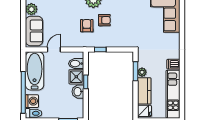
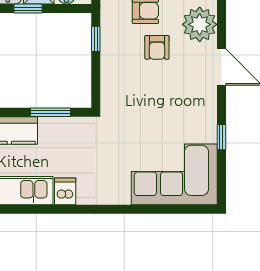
plant: (142, 72) -> (48, 126), removed

